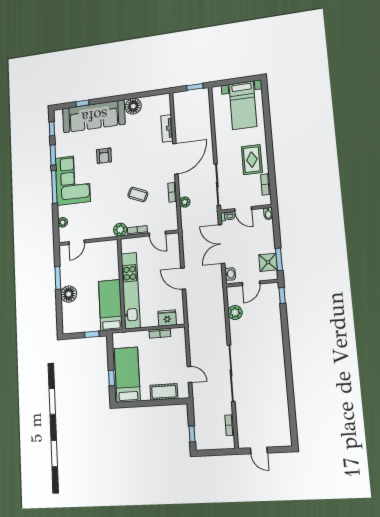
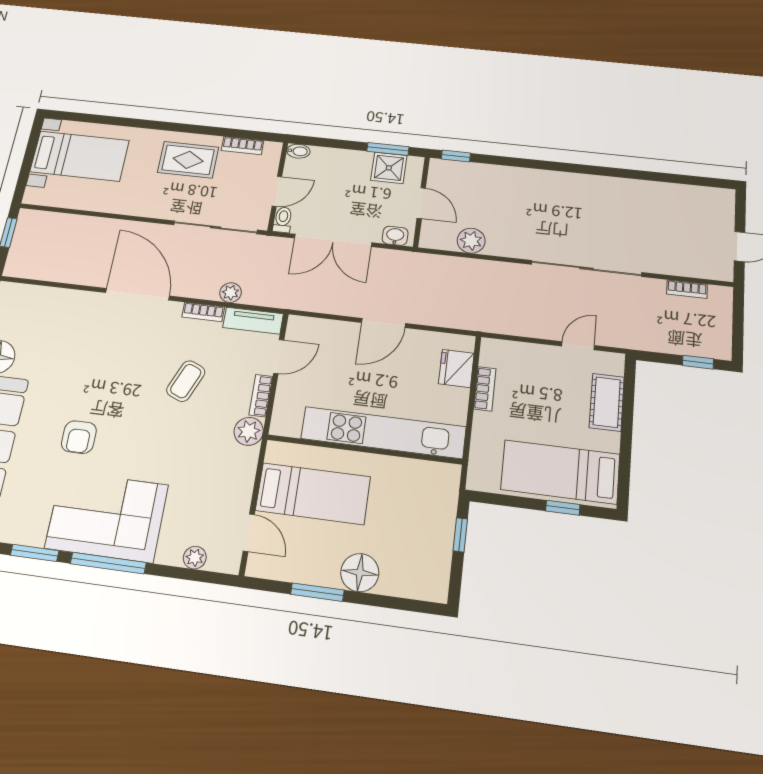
tv unit: (167, 128) -> (253, 321), moved
armchair: (104, 156) -> (79, 437), turned 90
bed: (110, 305) -> (313, 494), moved, turned 180

